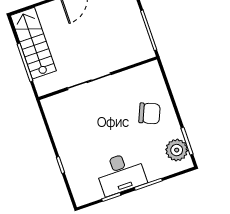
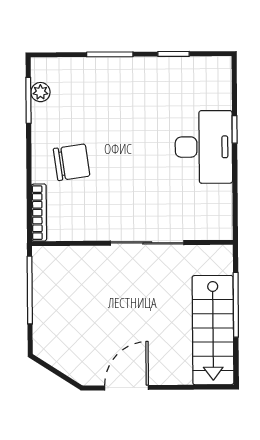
bookcase: (159, 77) -> (39, 213), added
chair: (149, 113) -> (72, 162), turned 149
plant: (177, 150) -> (40, 92), width x0.53, depth x0.53
desk: (121, 173) -> (204, 147), moved, turned 90

